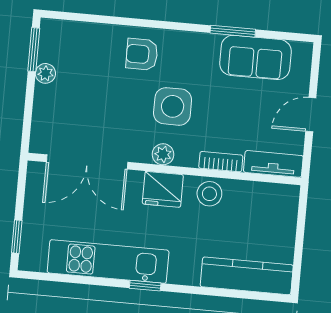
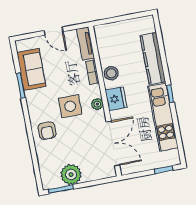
plant: (45, 73) -> (71, 174), width x1.88, depth x1.88
kitchen counter: (247, 276) -> (153, 59), moved

